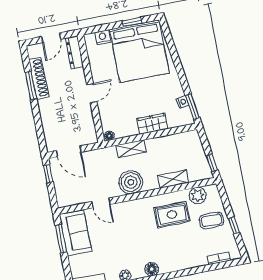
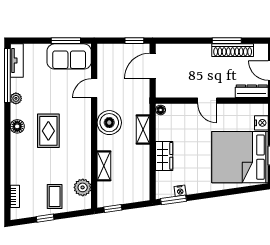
rug: (172, 215) -> (48, 131), moved

